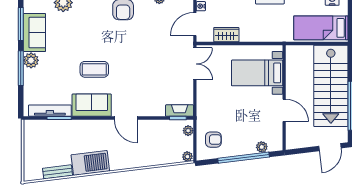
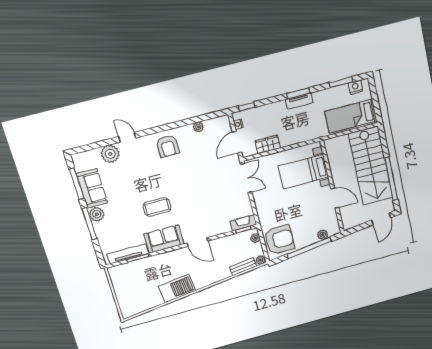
armchair: (213, 140) -> (279, 240), width x1.88, depth x1.88
bench: (58, 172) -> (243, 267), moved

